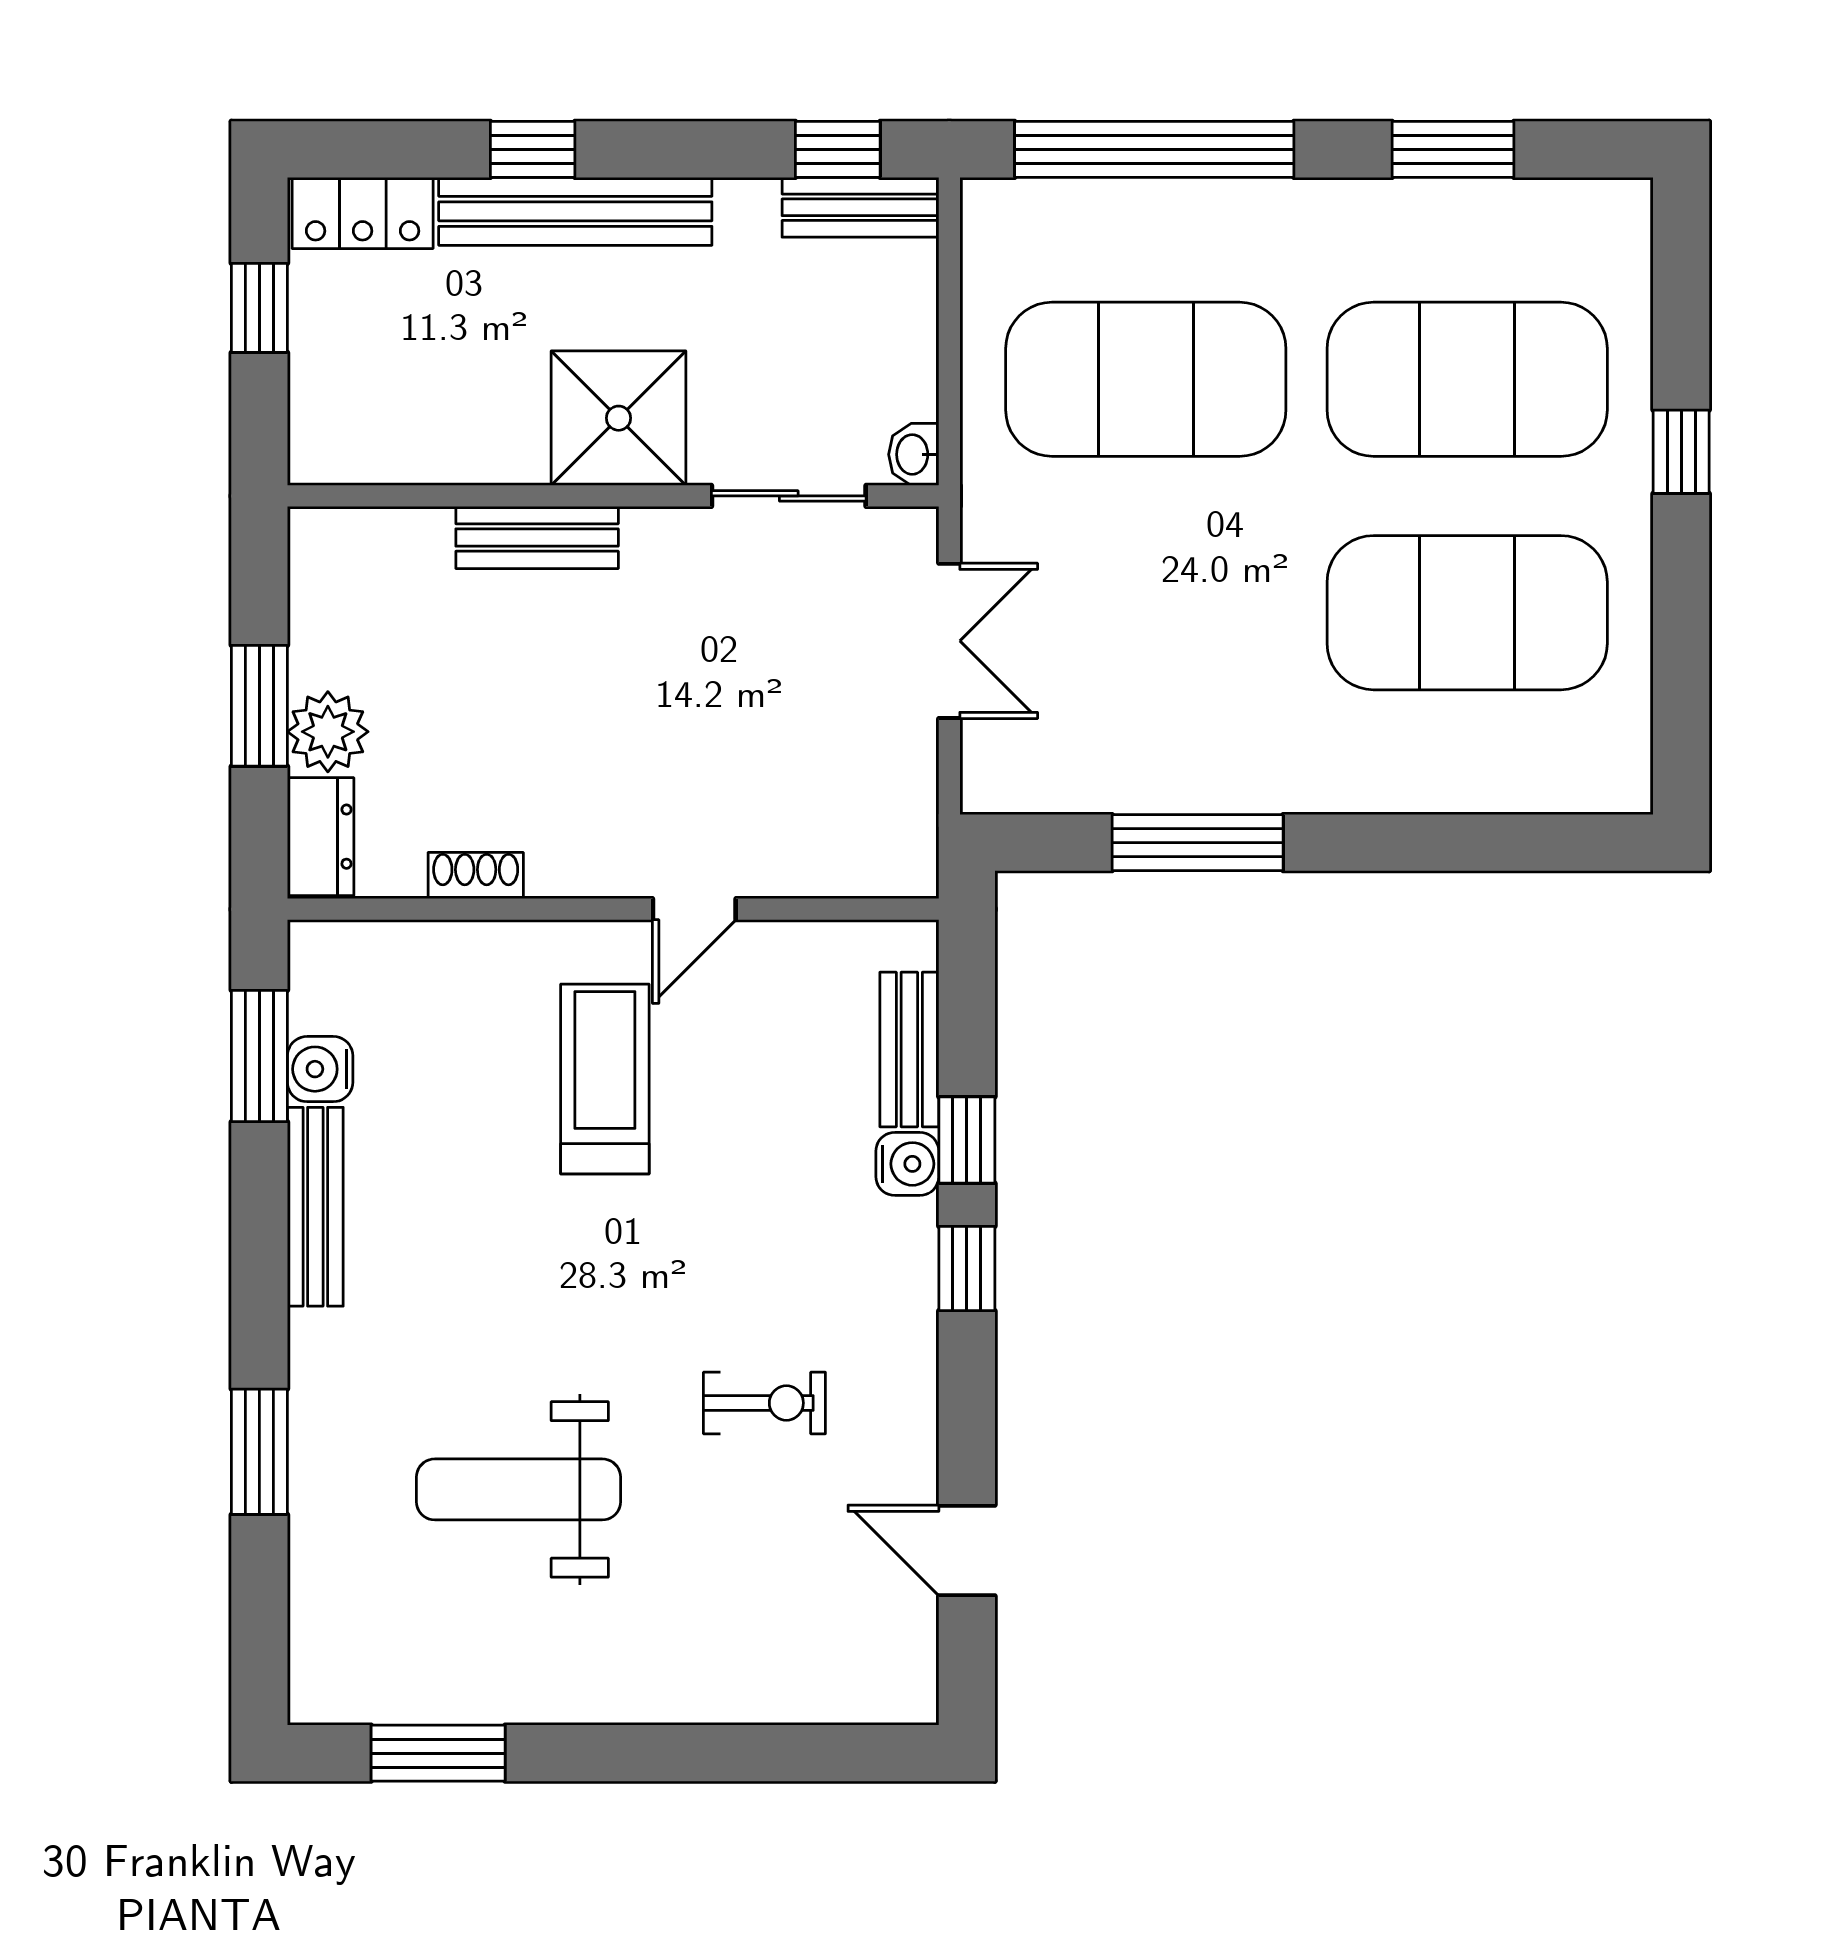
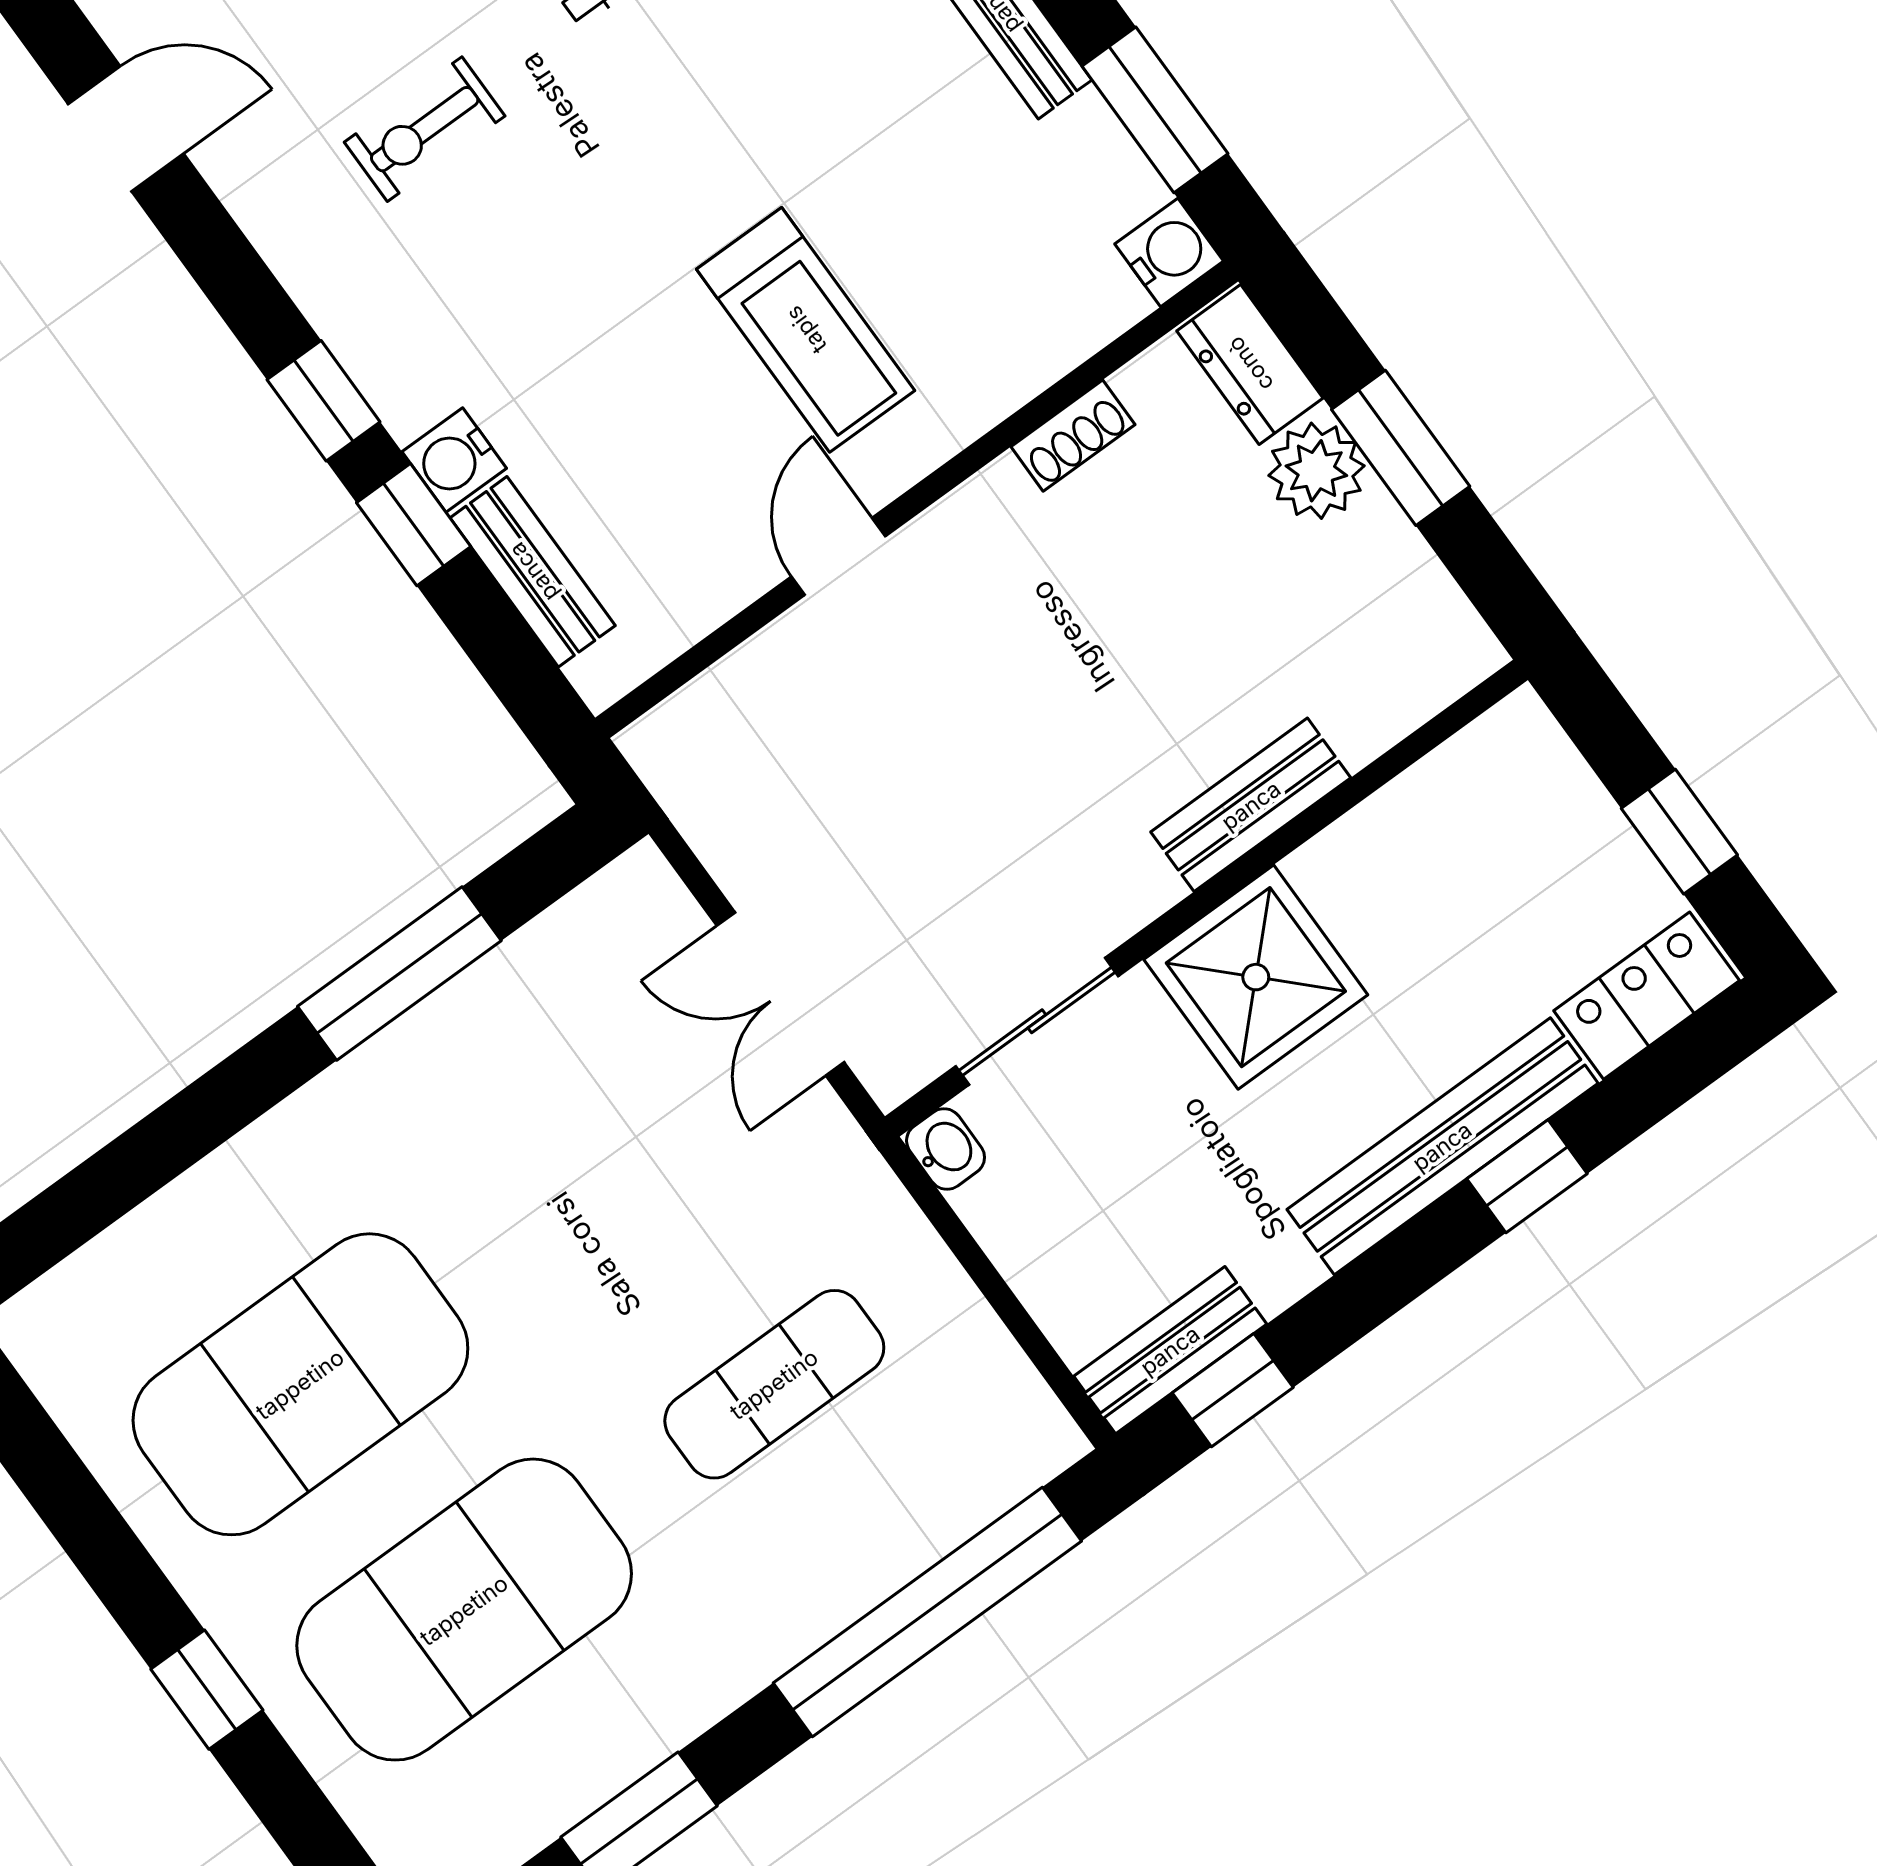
exercise mat: (1146, 379) -> (774, 1384), width x0.50, depth x0.69
water cooler: (320, 1069) -> (1169, 252), moved

